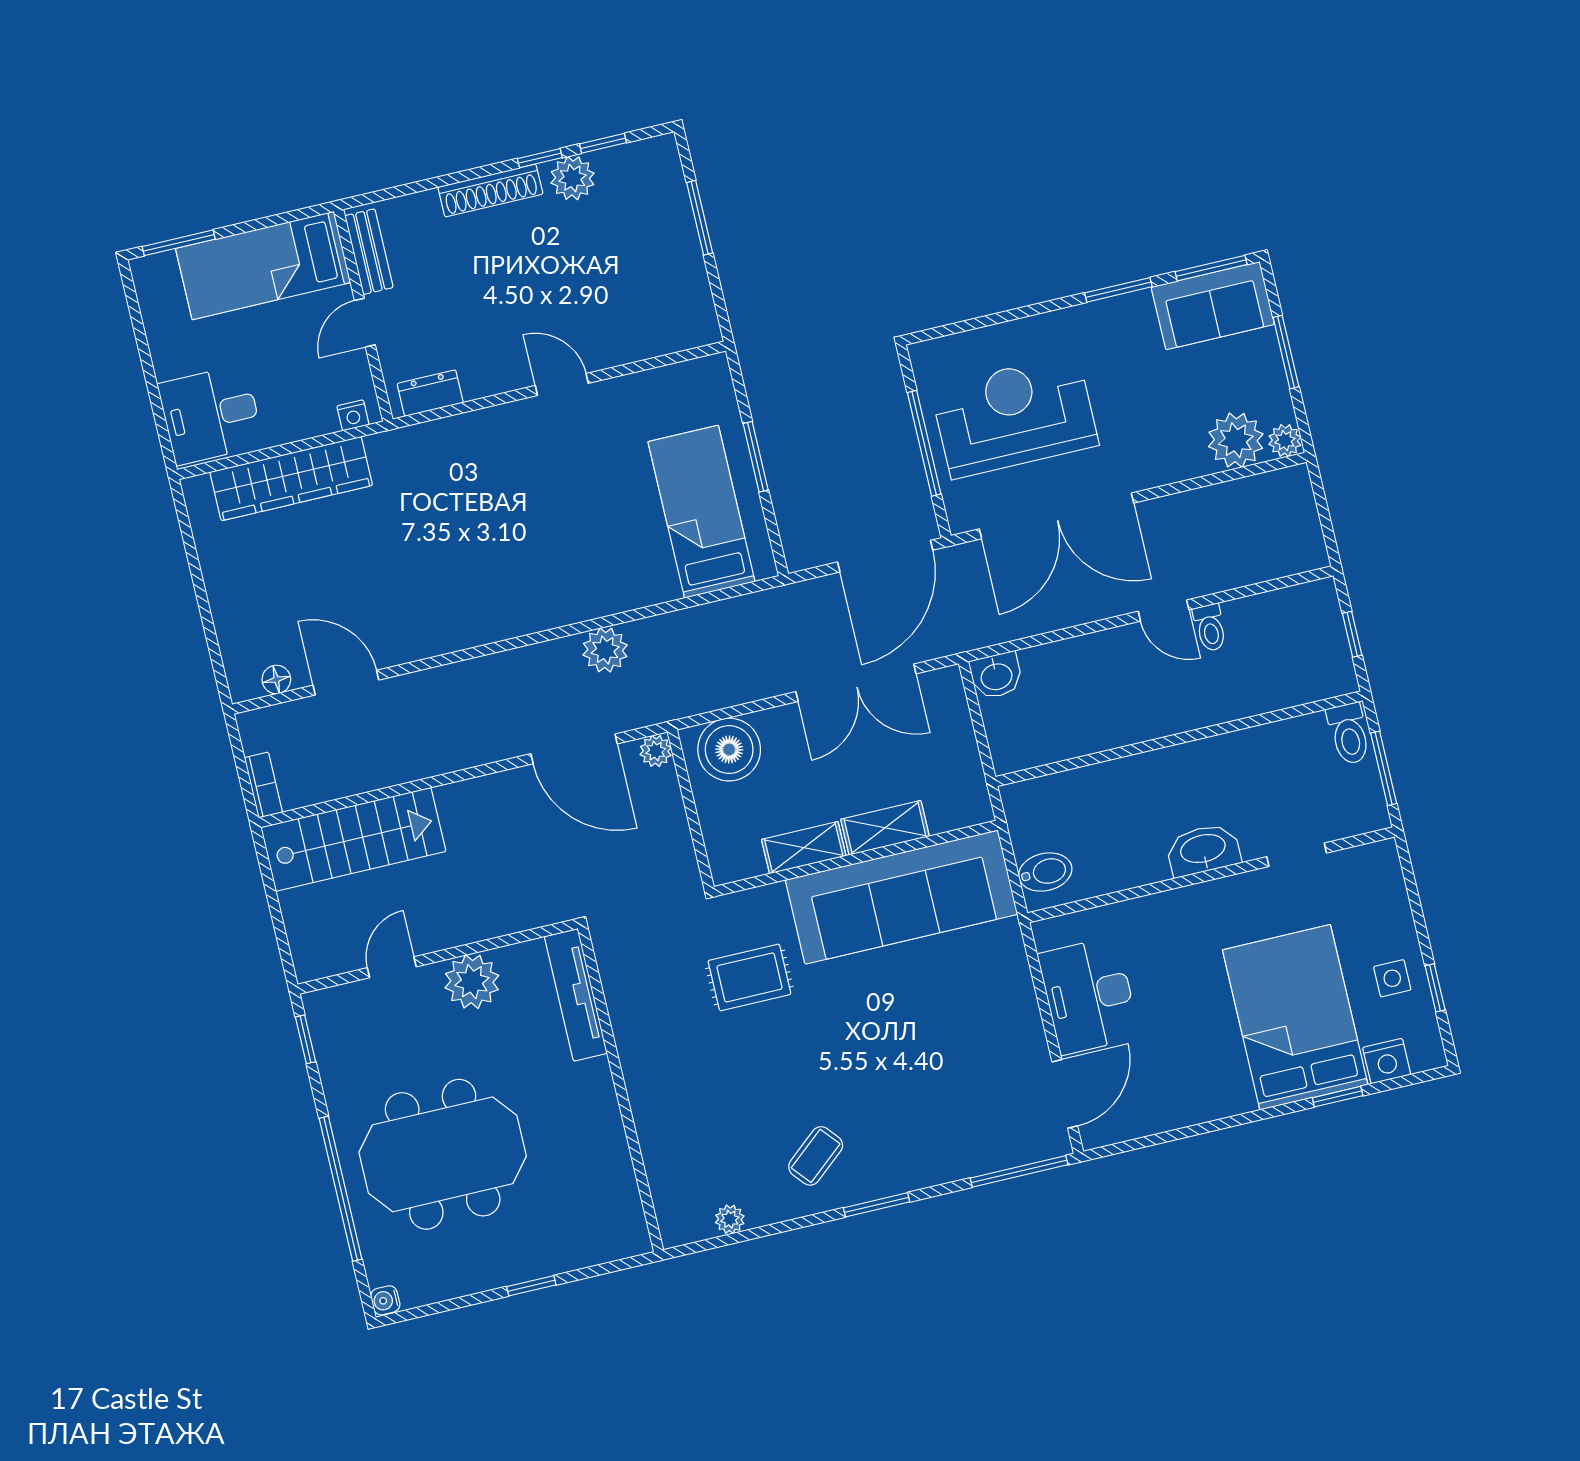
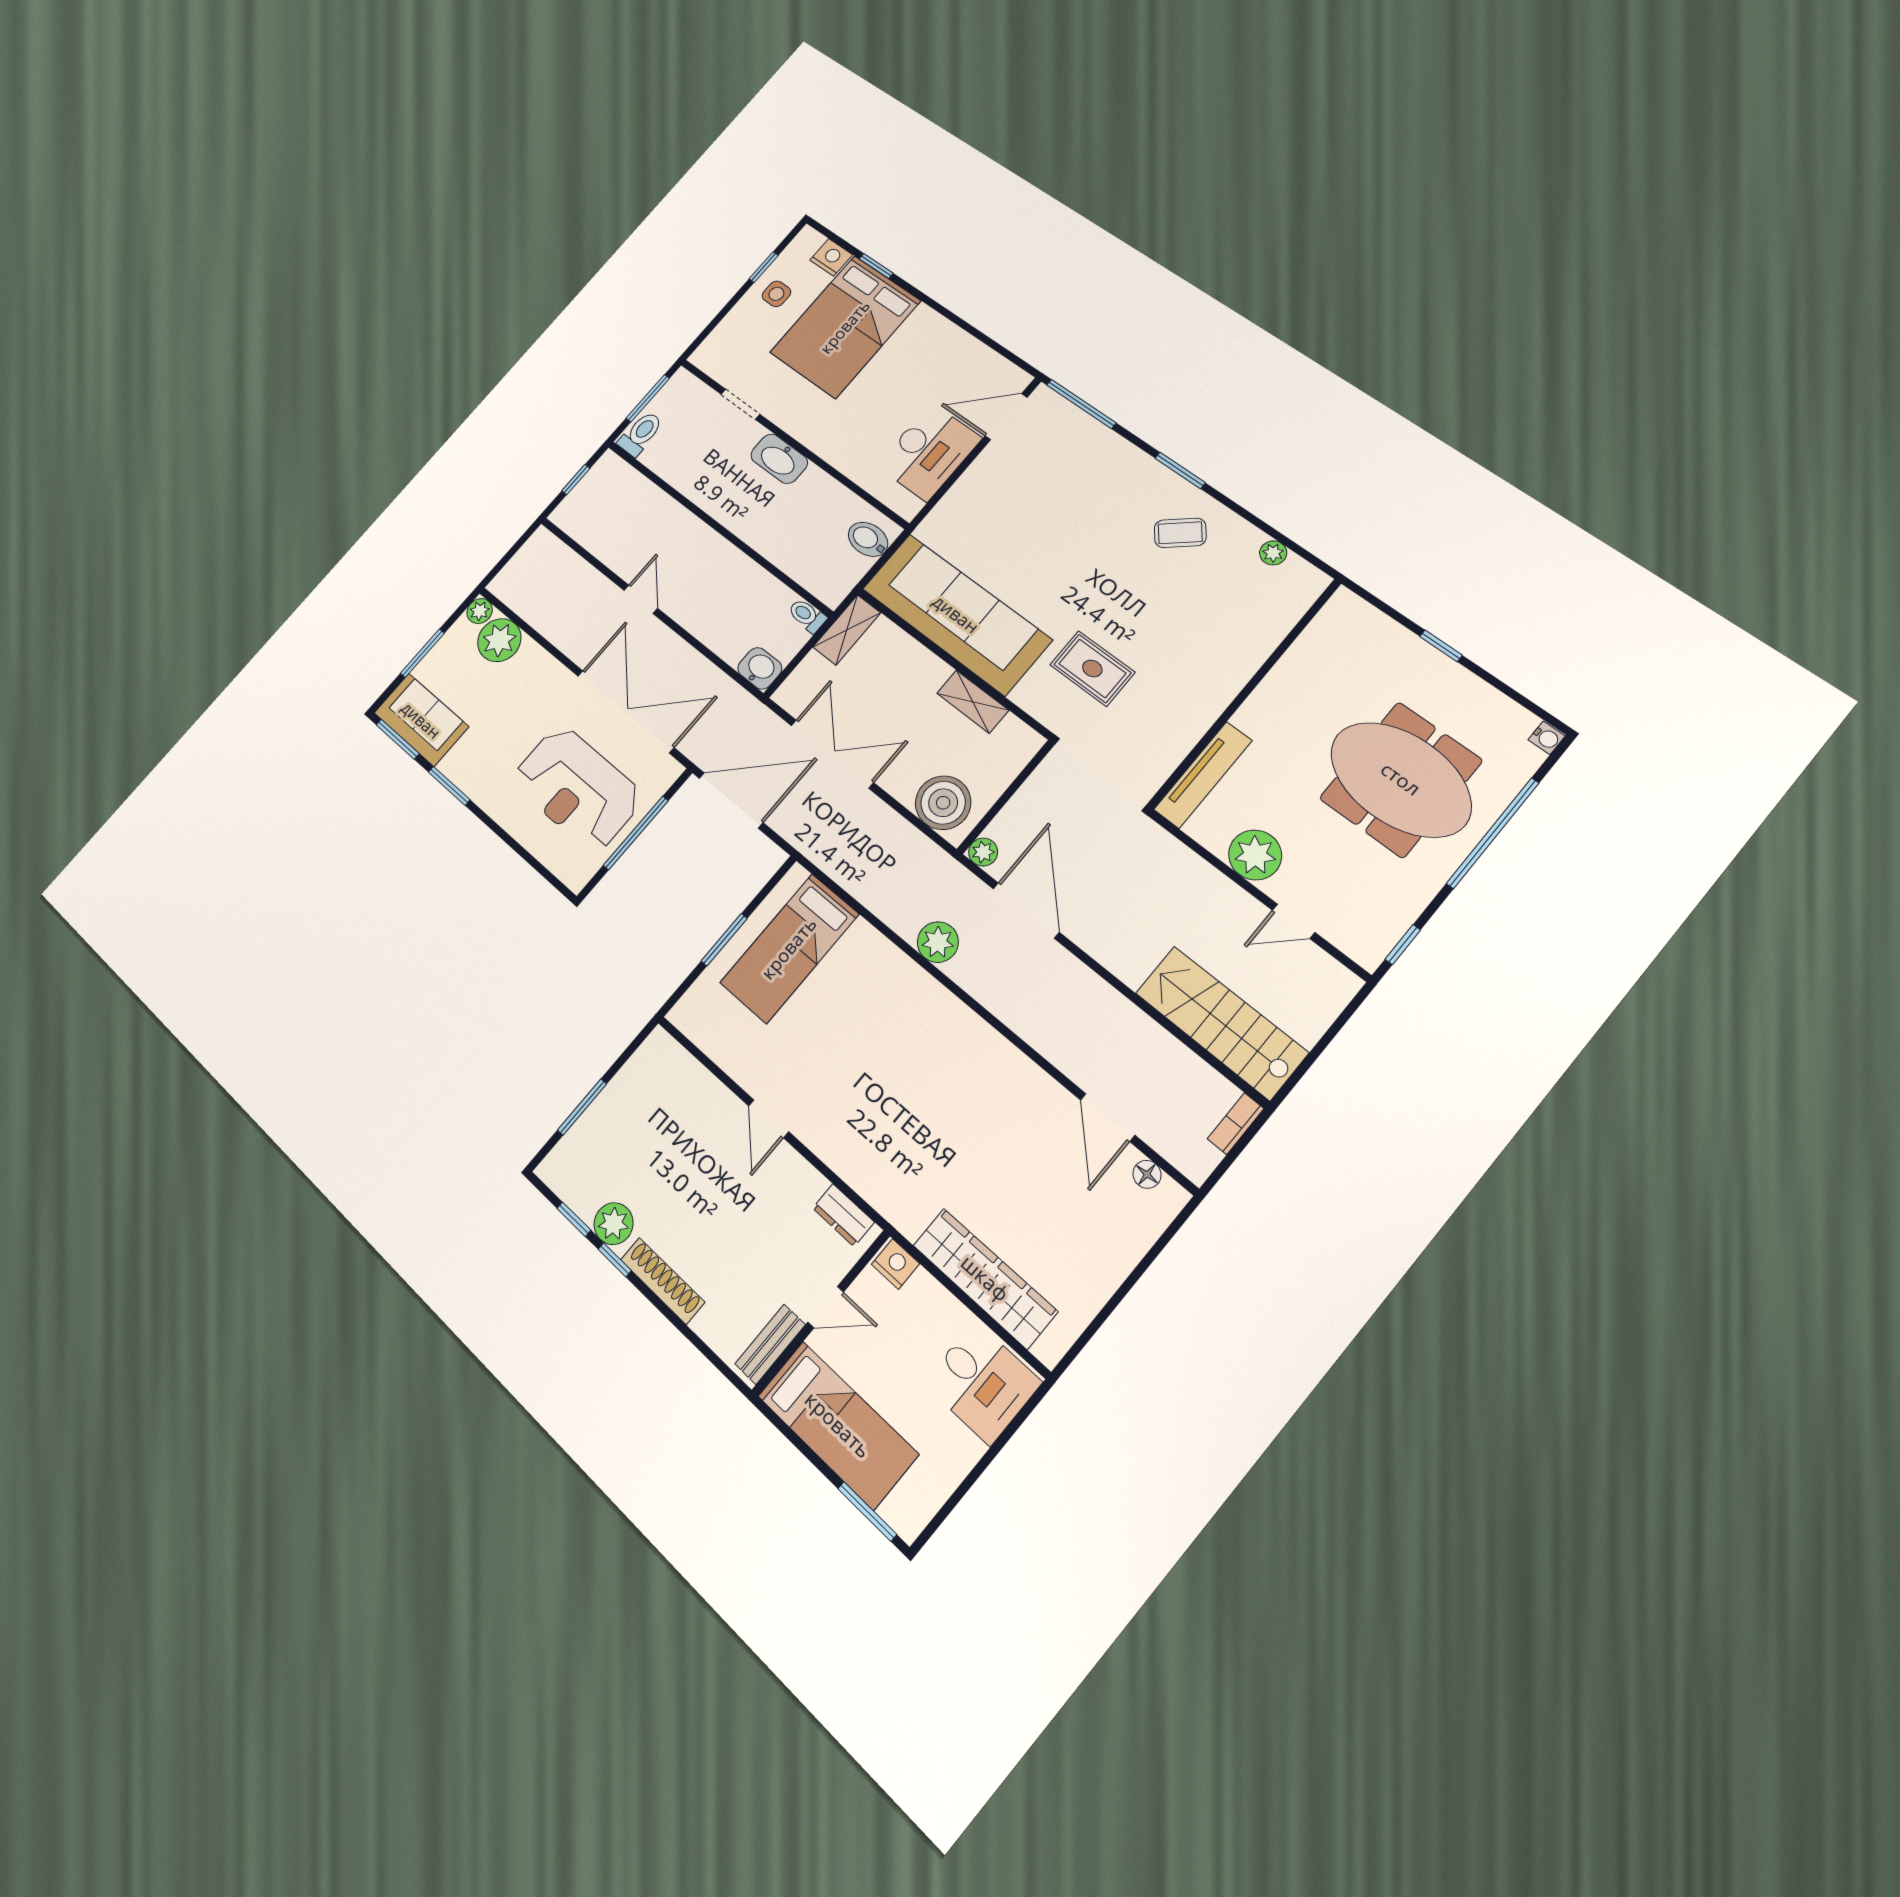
nightstand: (353, 415) -> (896, 1264), width x1.39, depth x1.35
toilet: (1210, 628) -> (807, 615), moved, turned -90
shelving: (885, 828) -> (847, 630), moved, turned 90

